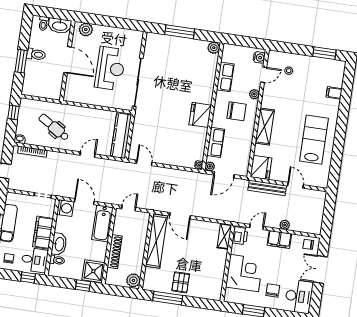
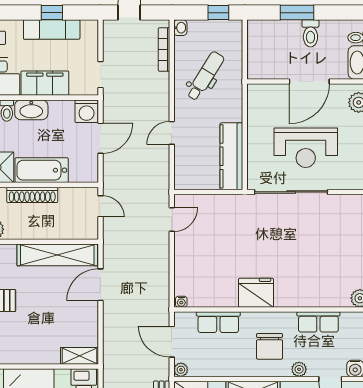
kitchen counter: (121, 136) -> (231, 156), moved, turned -90
door: (88, 155) -> (172, 133), swing flipped
plant: (210, 166) -> (181, 370), moved
bathtub: (102, 223) -> (42, 170), moved

